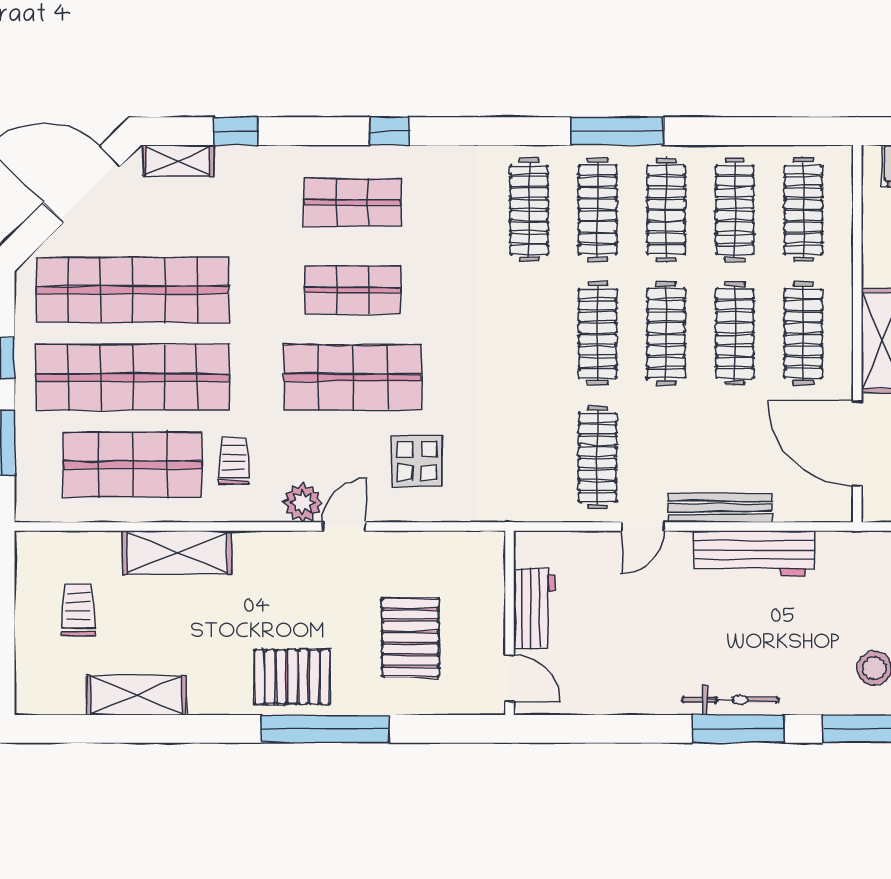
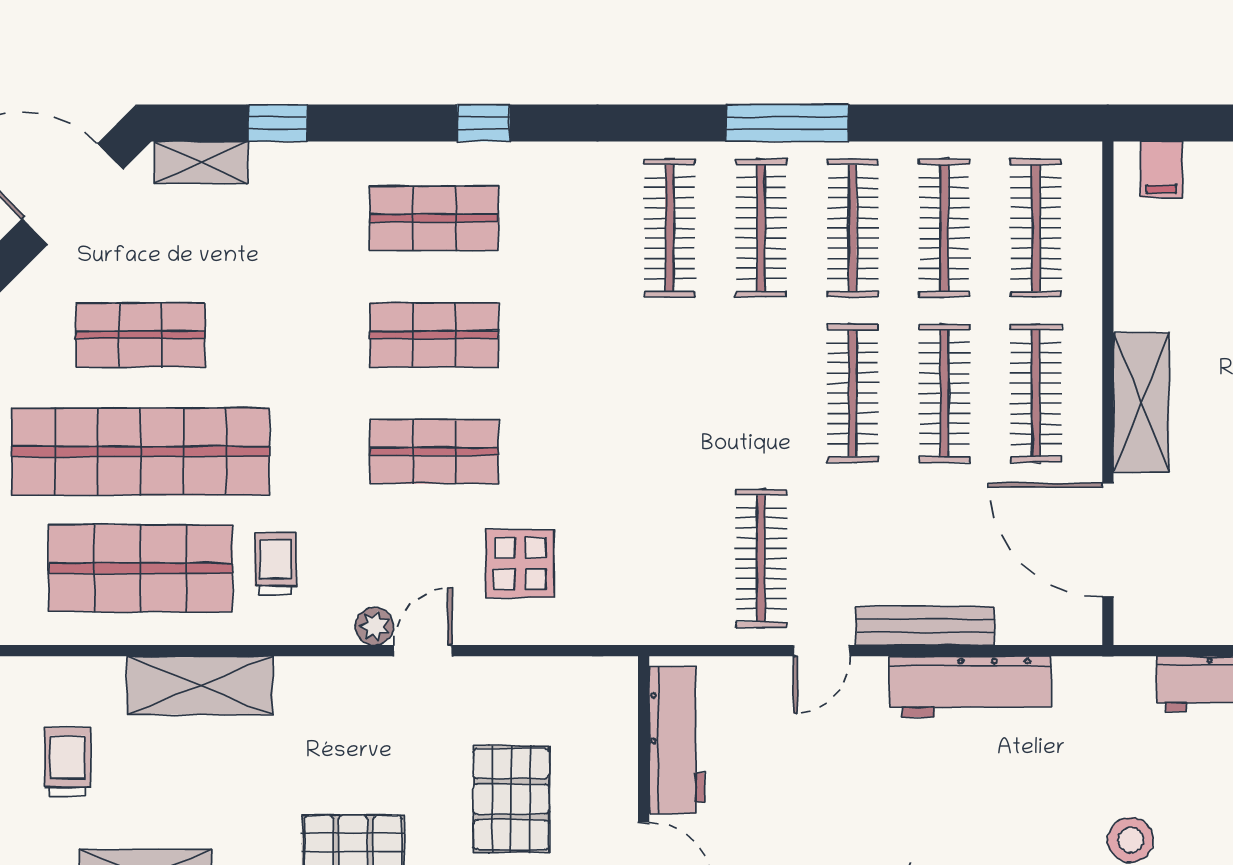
shop shelf: (133, 290) -> (140, 335), width x0.50, depth x0.74
clothes rail: (598, 334) -> (761, 393), removed
shop shelf: (353, 377) -> (434, 452), width x0.70, depth x0.74
plant: (303, 503) -> (375, 626), width x0.73, depth x0.73
workbench: (534, 609) -> (677, 740), width x1.38

